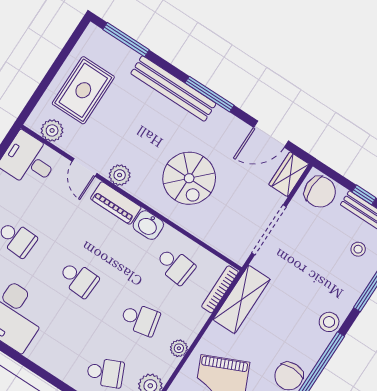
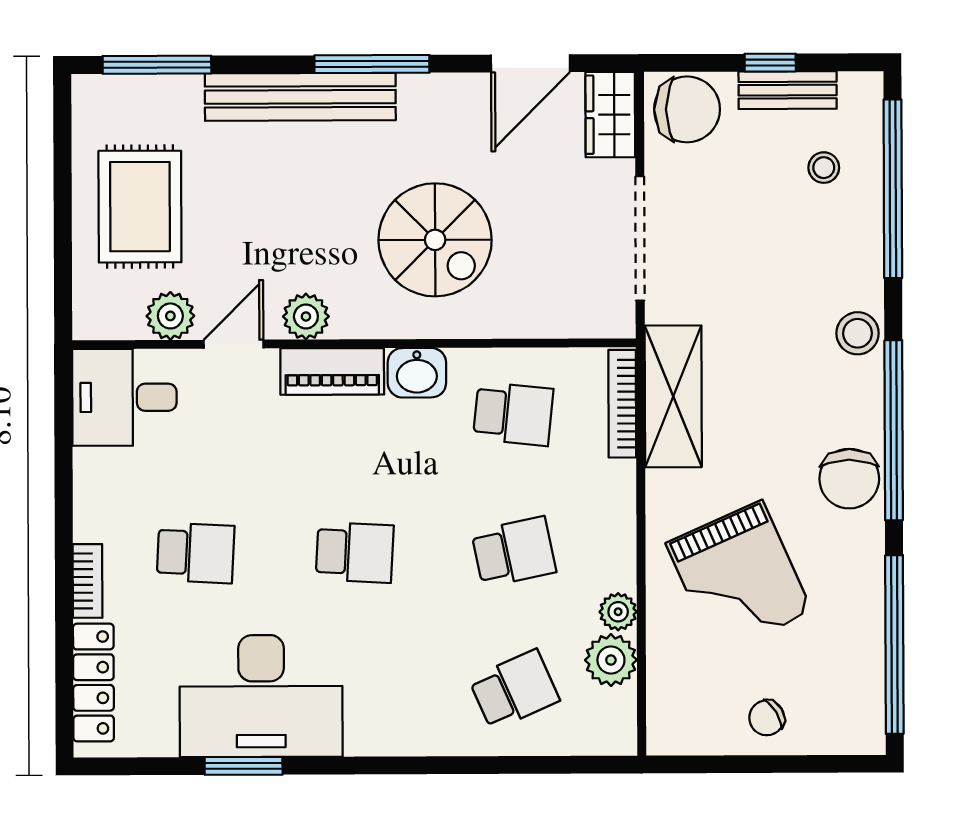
plant: (52, 130) -> (170, 316), moved
door: (85, 167) -> (234, 344), swing flipped
plant: (179, 348) -> (618, 612), moved

